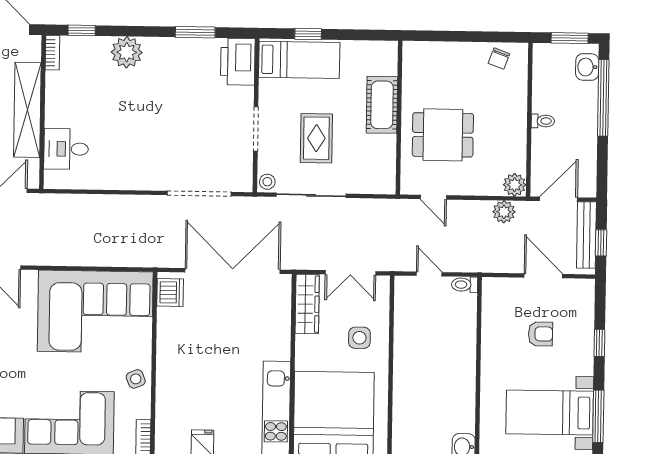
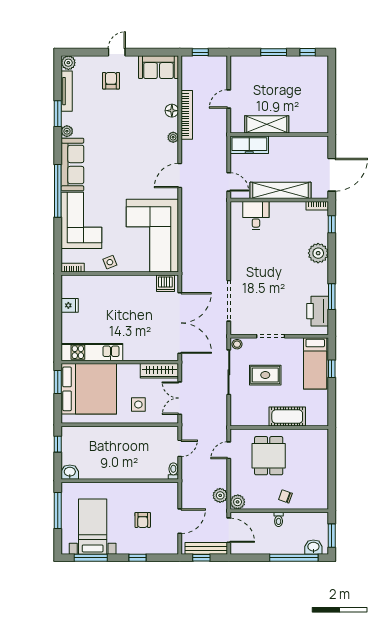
chair: (499, 58) -> (285, 496), moved
printer: (238, 62) -> (318, 311), moved, turned -90

